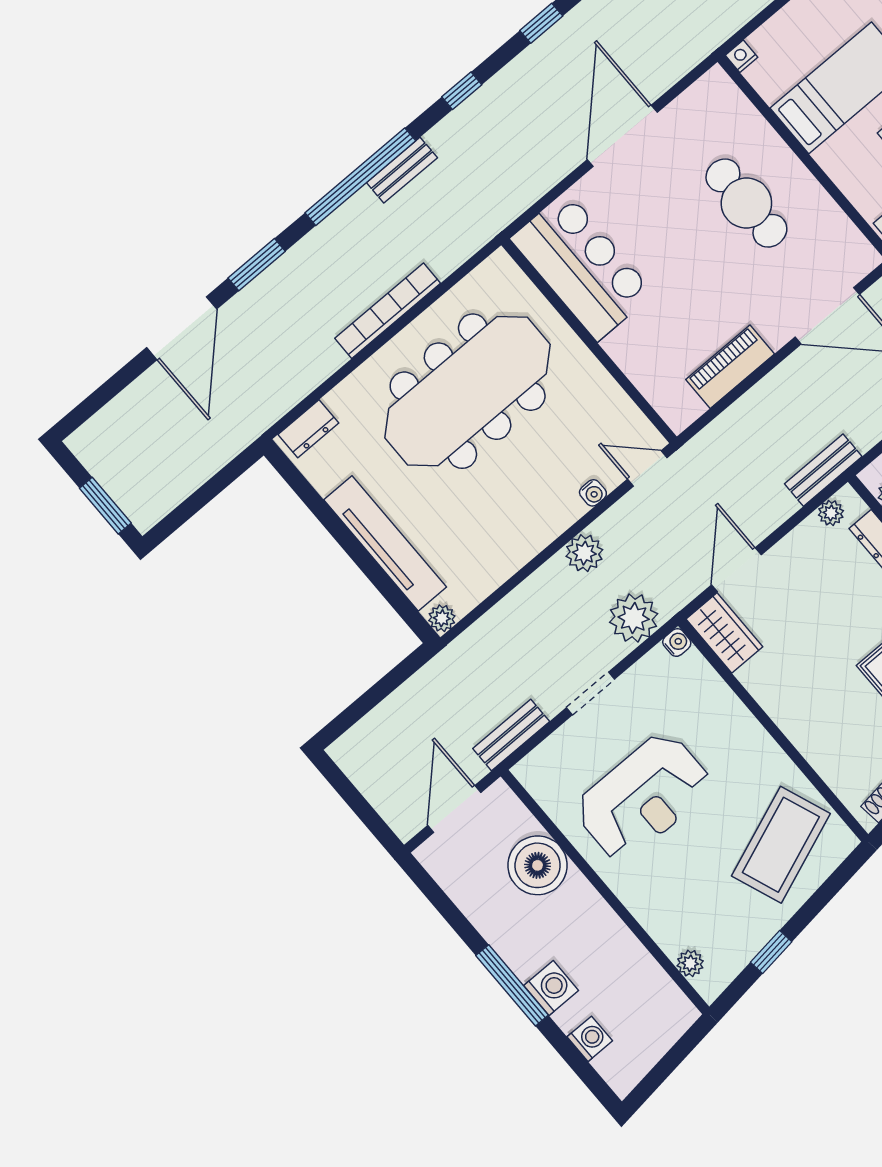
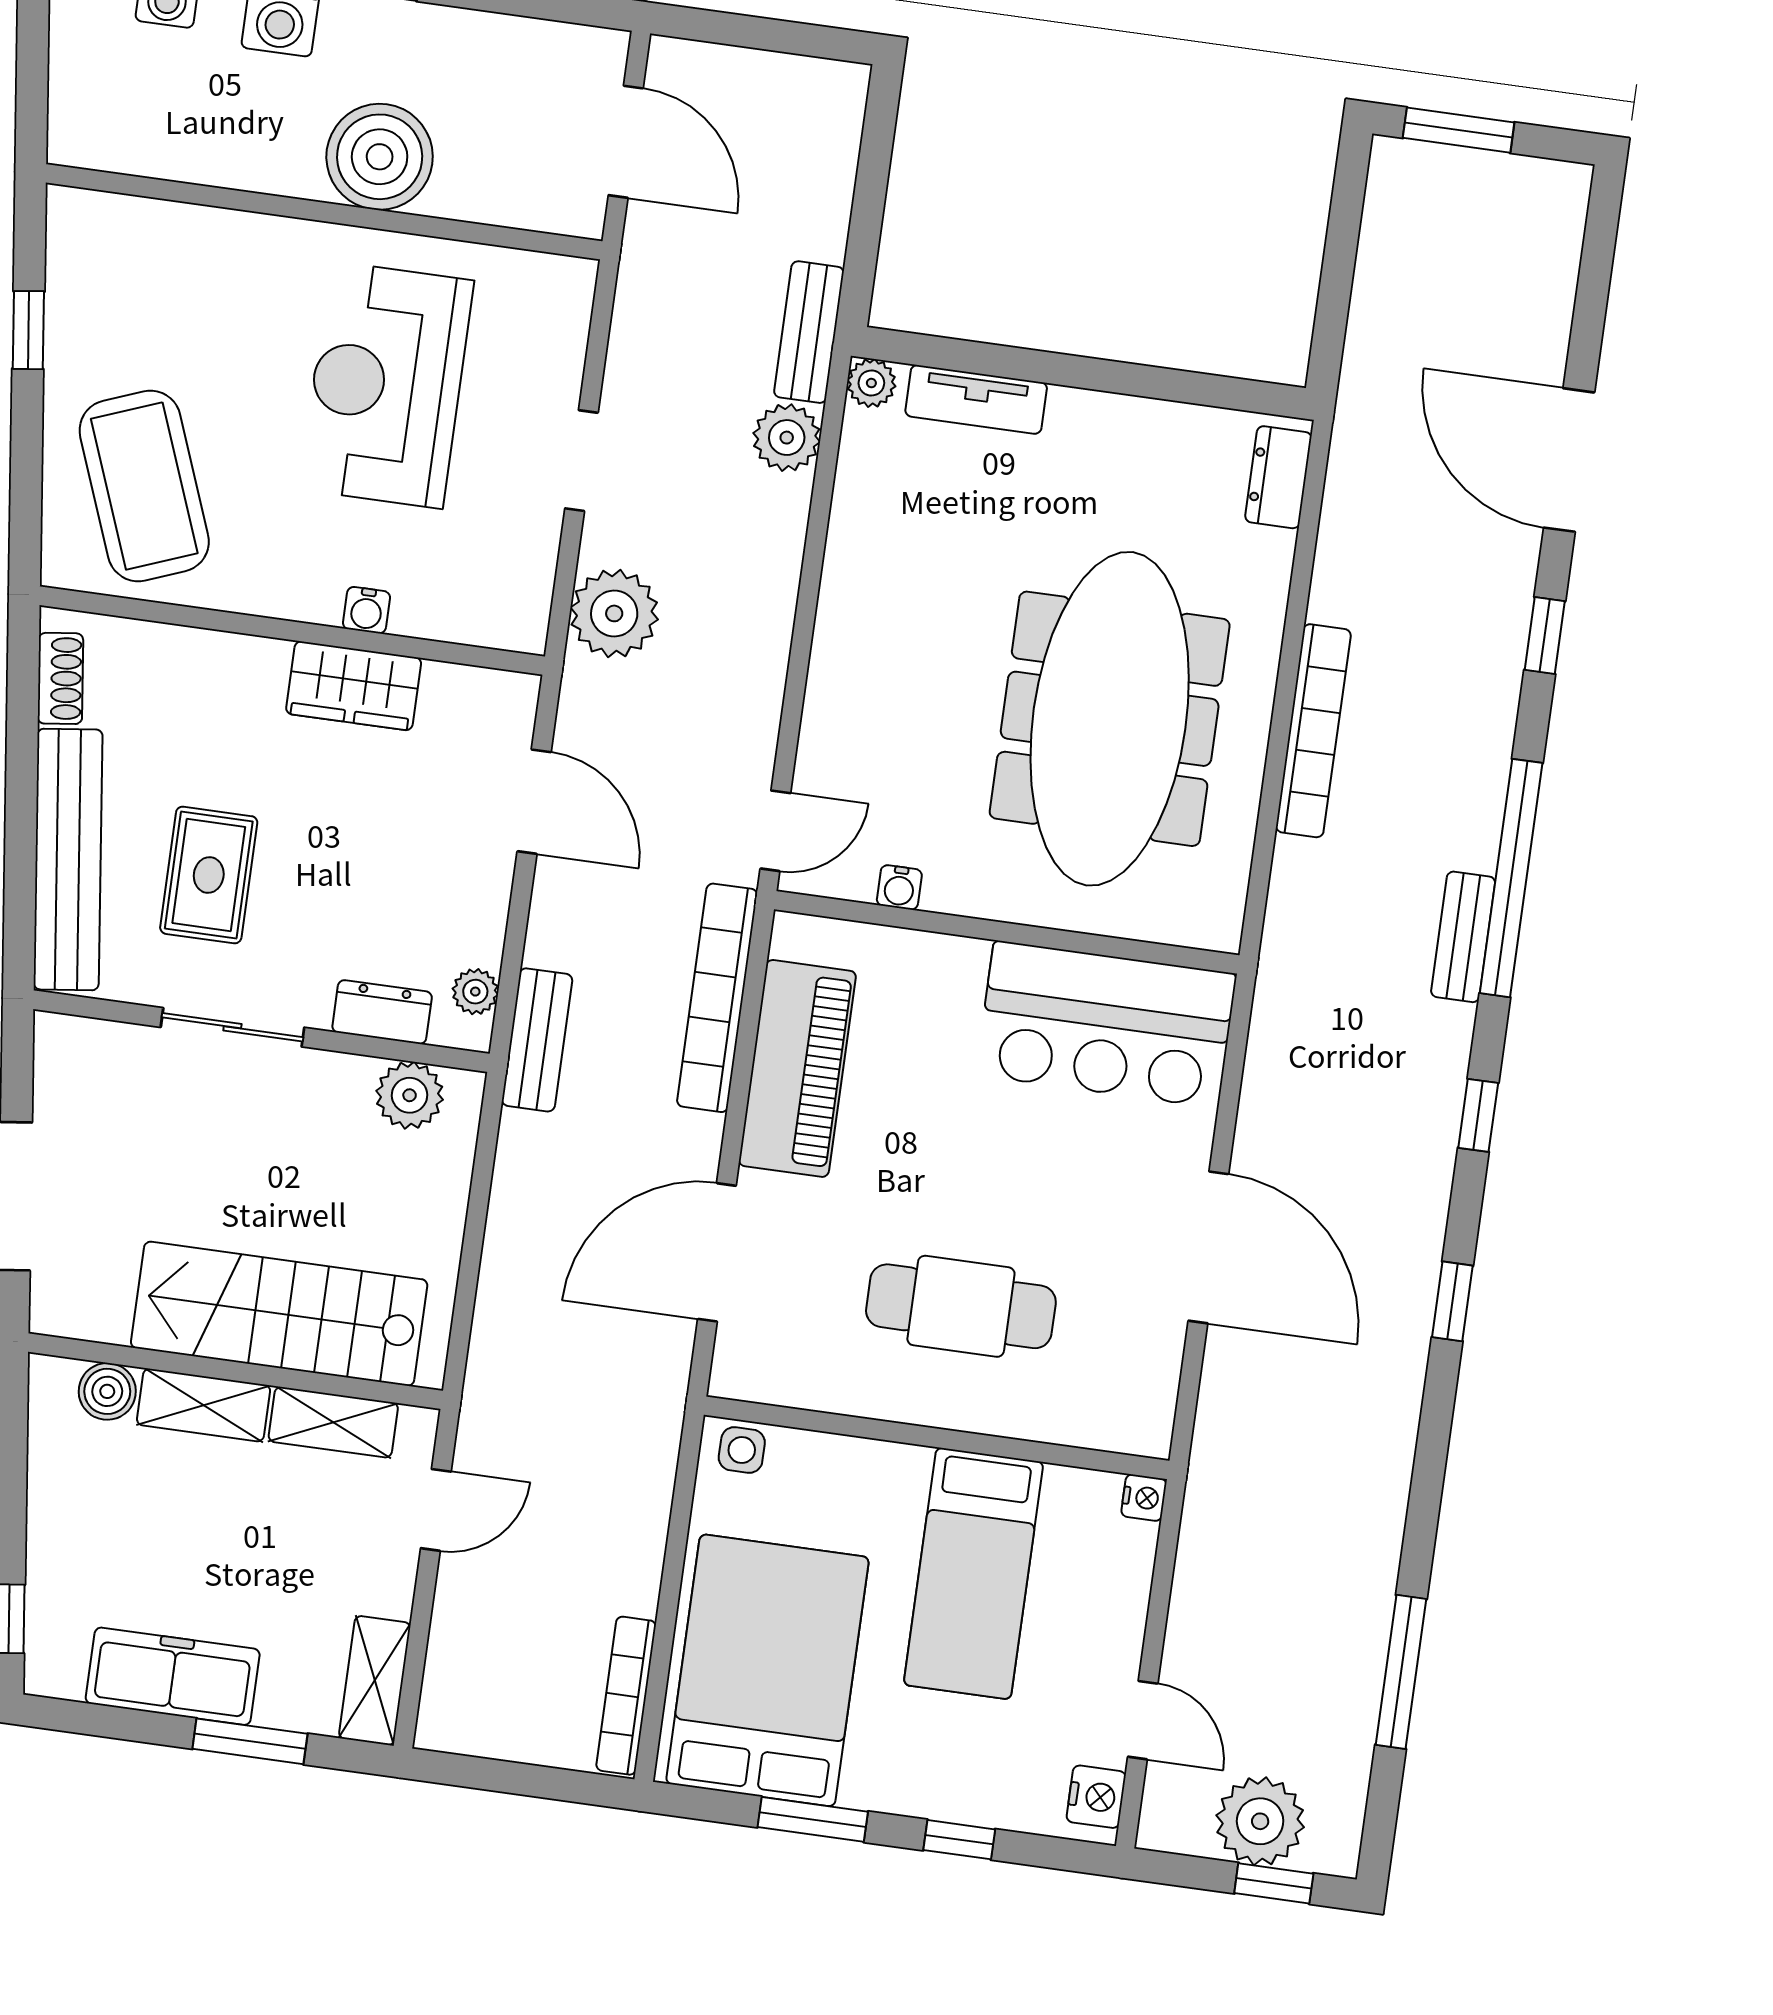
window: (257, 265) -> (1545, 636), width x0.67
piano: (730, 367) -> (797, 1068), width x1.37, depth x1.33
bookcase: (733, 421) -> (717, 998), added
water cooler: (593, 493) -> (899, 887), moved, turned -90
tv unit: (385, 543) -> (976, 399), width x0.52, depth x0.78
plant: (584, 553) -> (787, 438), moved
wardrobe: (724, 633) -> (354, 686), moved
water cooler: (677, 643) -> (366, 610), moved
bench: (511, 735) -> (809, 332), moved
boiler: (538, 865) -> (380, 157), moved
plant: (690, 963) -> (124, 218), removed

